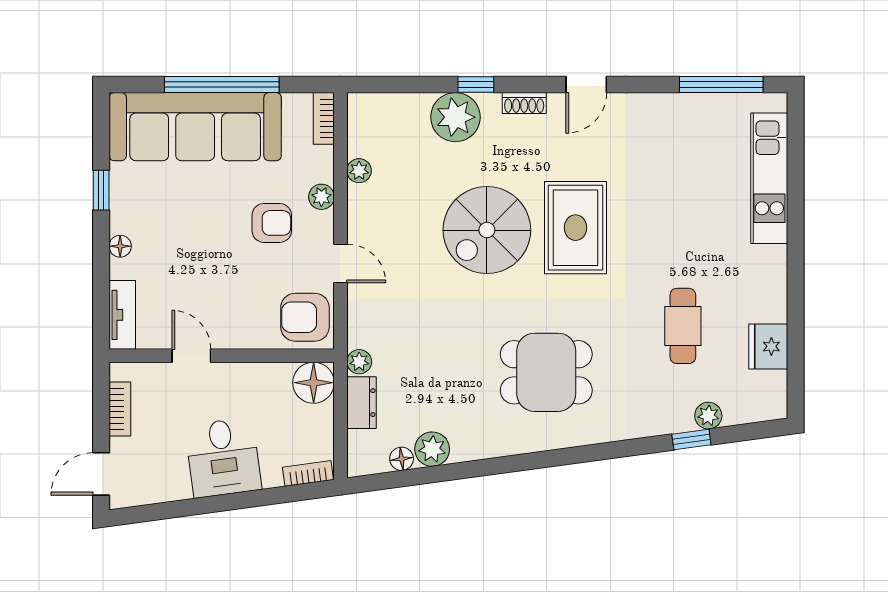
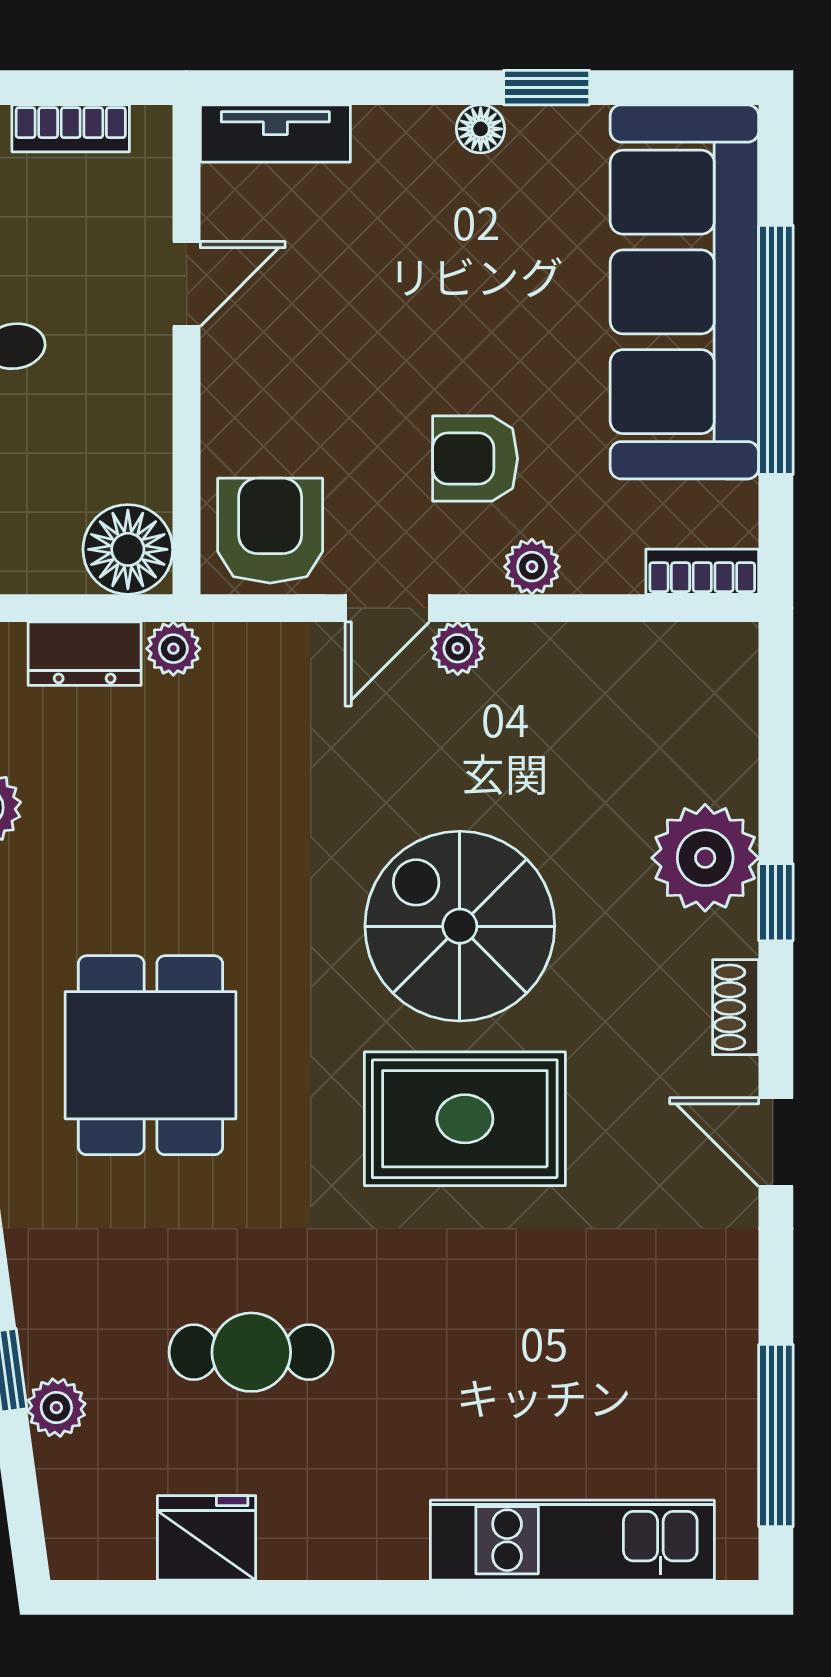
plant: (359, 171) -> (458, 648), moved
armchair: (272, 223) -> (475, 459), turned 90
floor lamp: (120, 246) -> (481, 129), moved

